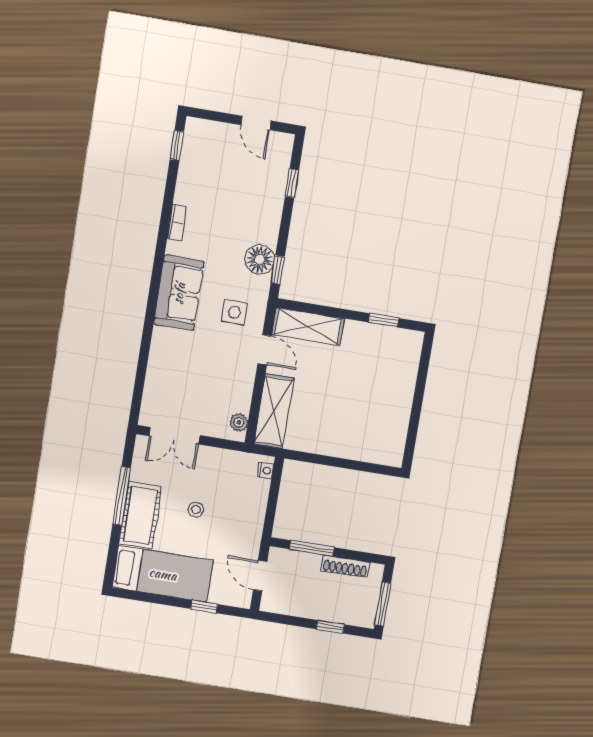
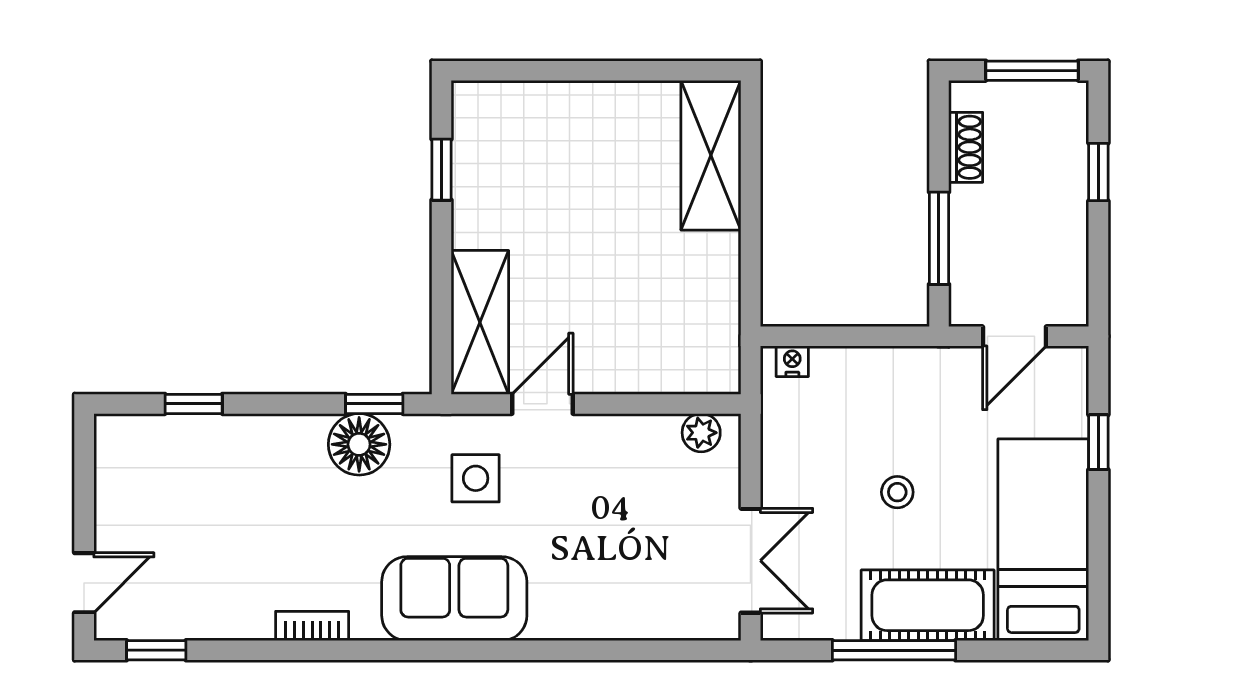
door: (256, 123) -> (84, 583), moved
shelving: (274, 411) -> (711, 155), moved, turned 90
shoe rack: (345, 566) -> (966, 147), width x0.70

